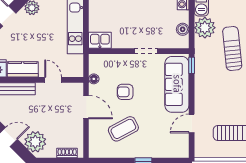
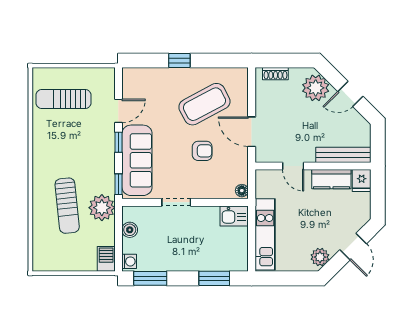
plant: (205, 28) -> (102, 208), moved
floor lamp: (94, 79) -> (242, 191), moved
window: (192, 99) -> (118, 142), added
coffee table: (123, 129) -> (204, 104), width x1.36, depth x1.32

